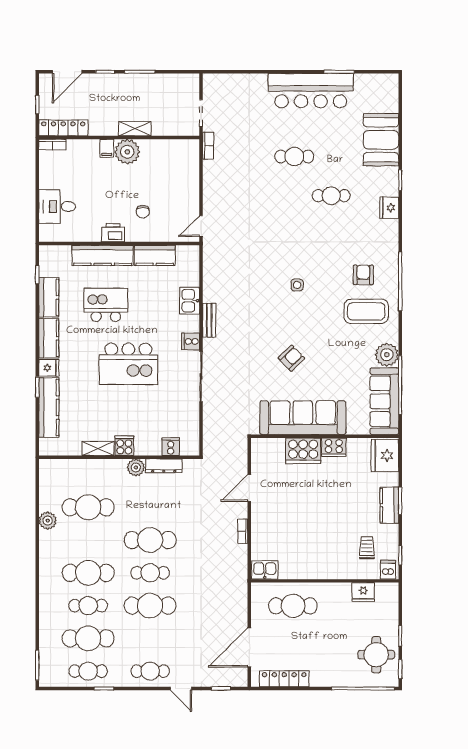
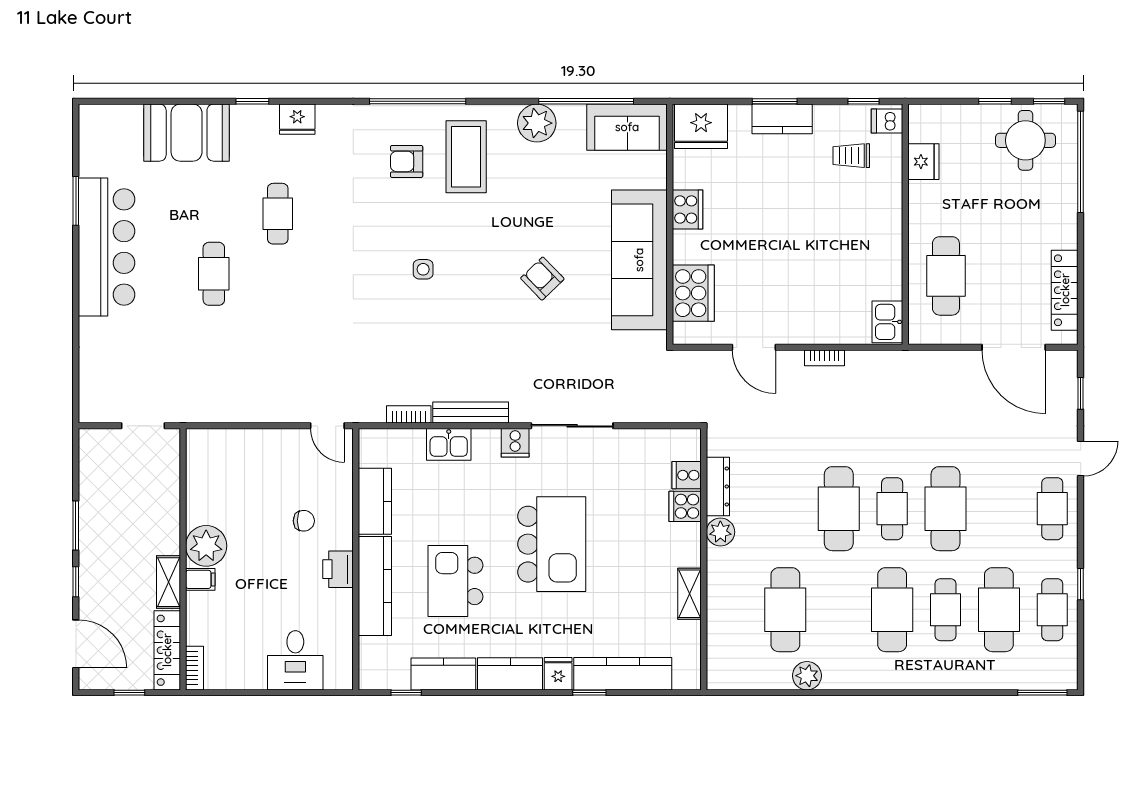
shelving: (135, 129) -> (169, 582), moved
bookcase: (208, 146) -> (409, 414), moved
bench: (209, 320) -> (471, 413), width x1.36
sofa: (384, 401) -> (627, 127), width x0.73
cooker: (124, 446) -> (685, 506), moved
cooker: (303, 451) -> (693, 293), moved

